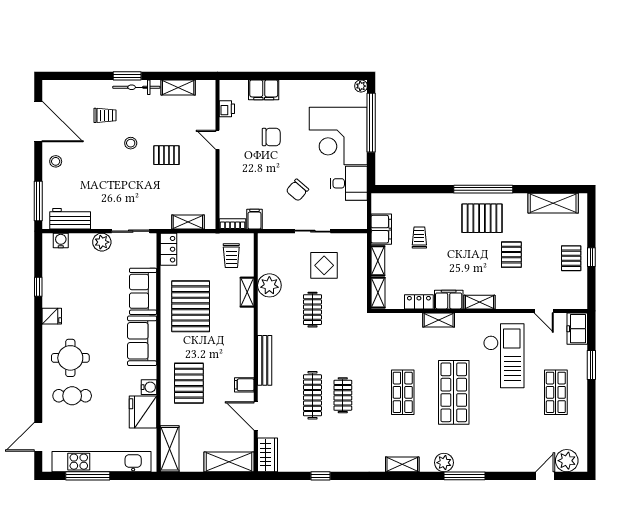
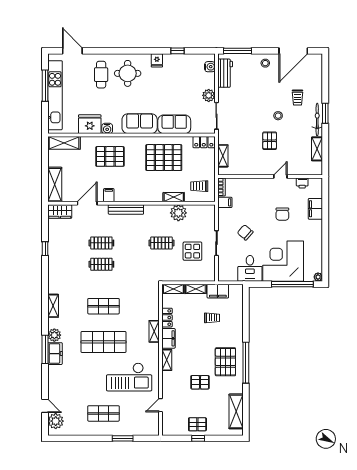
freezer: (577, 329) -> (55, 354), moved, turned 90
clothes rail: (312, 395) -> (101, 243), width x0.73

